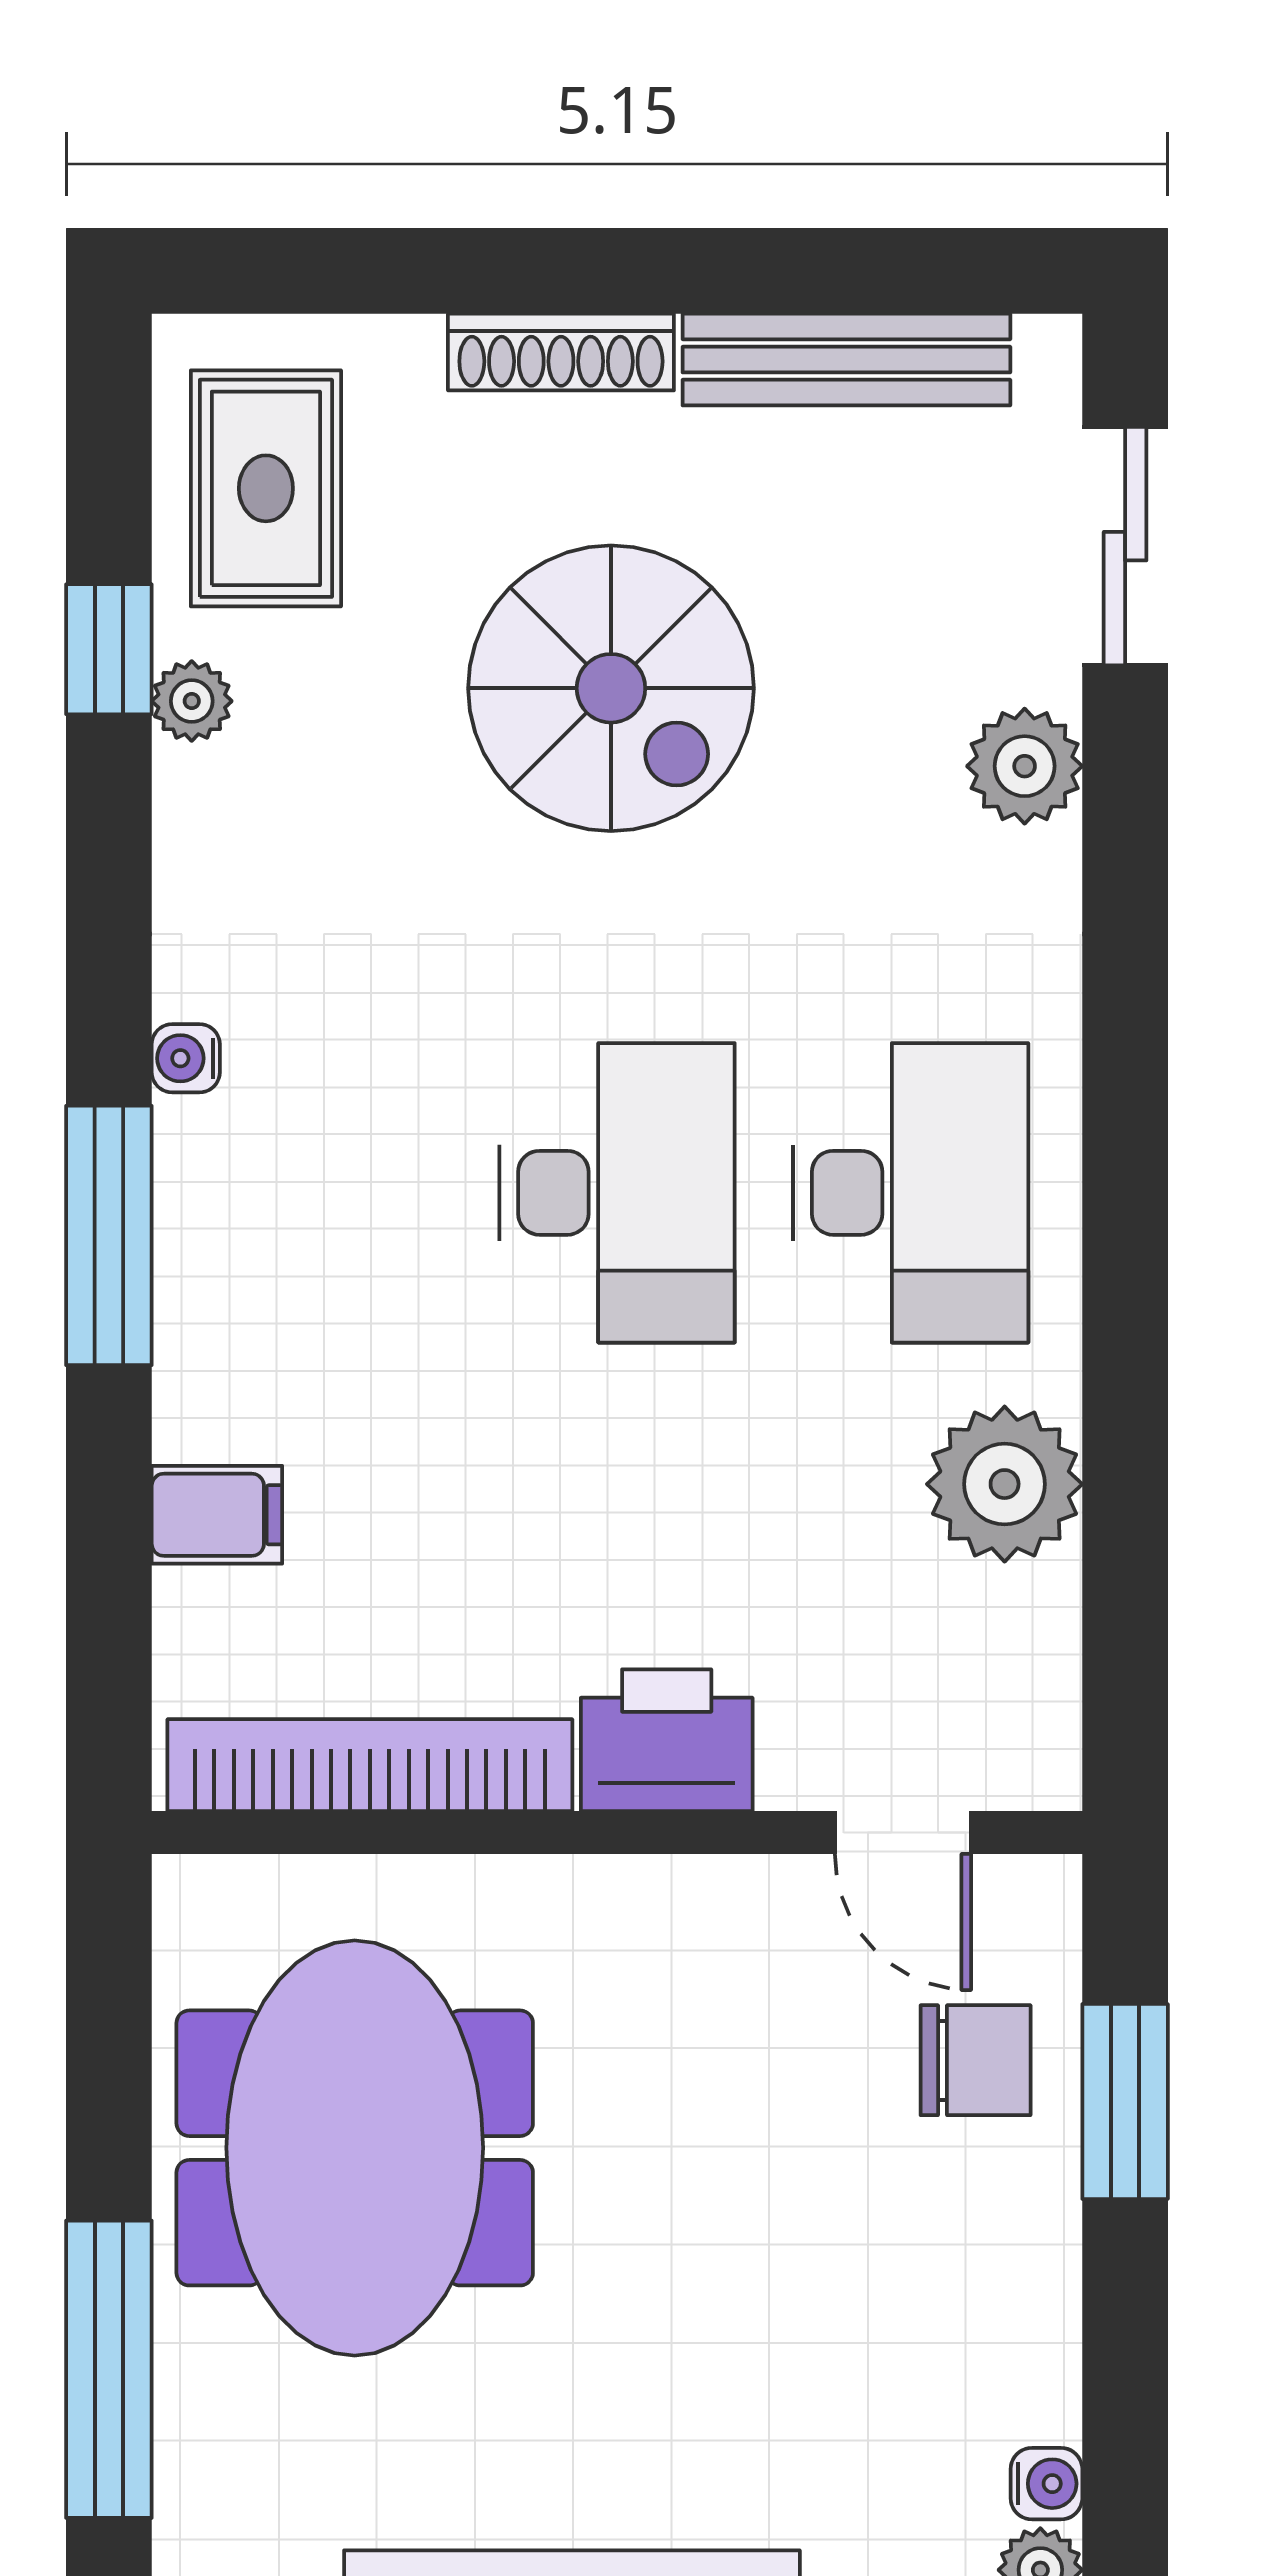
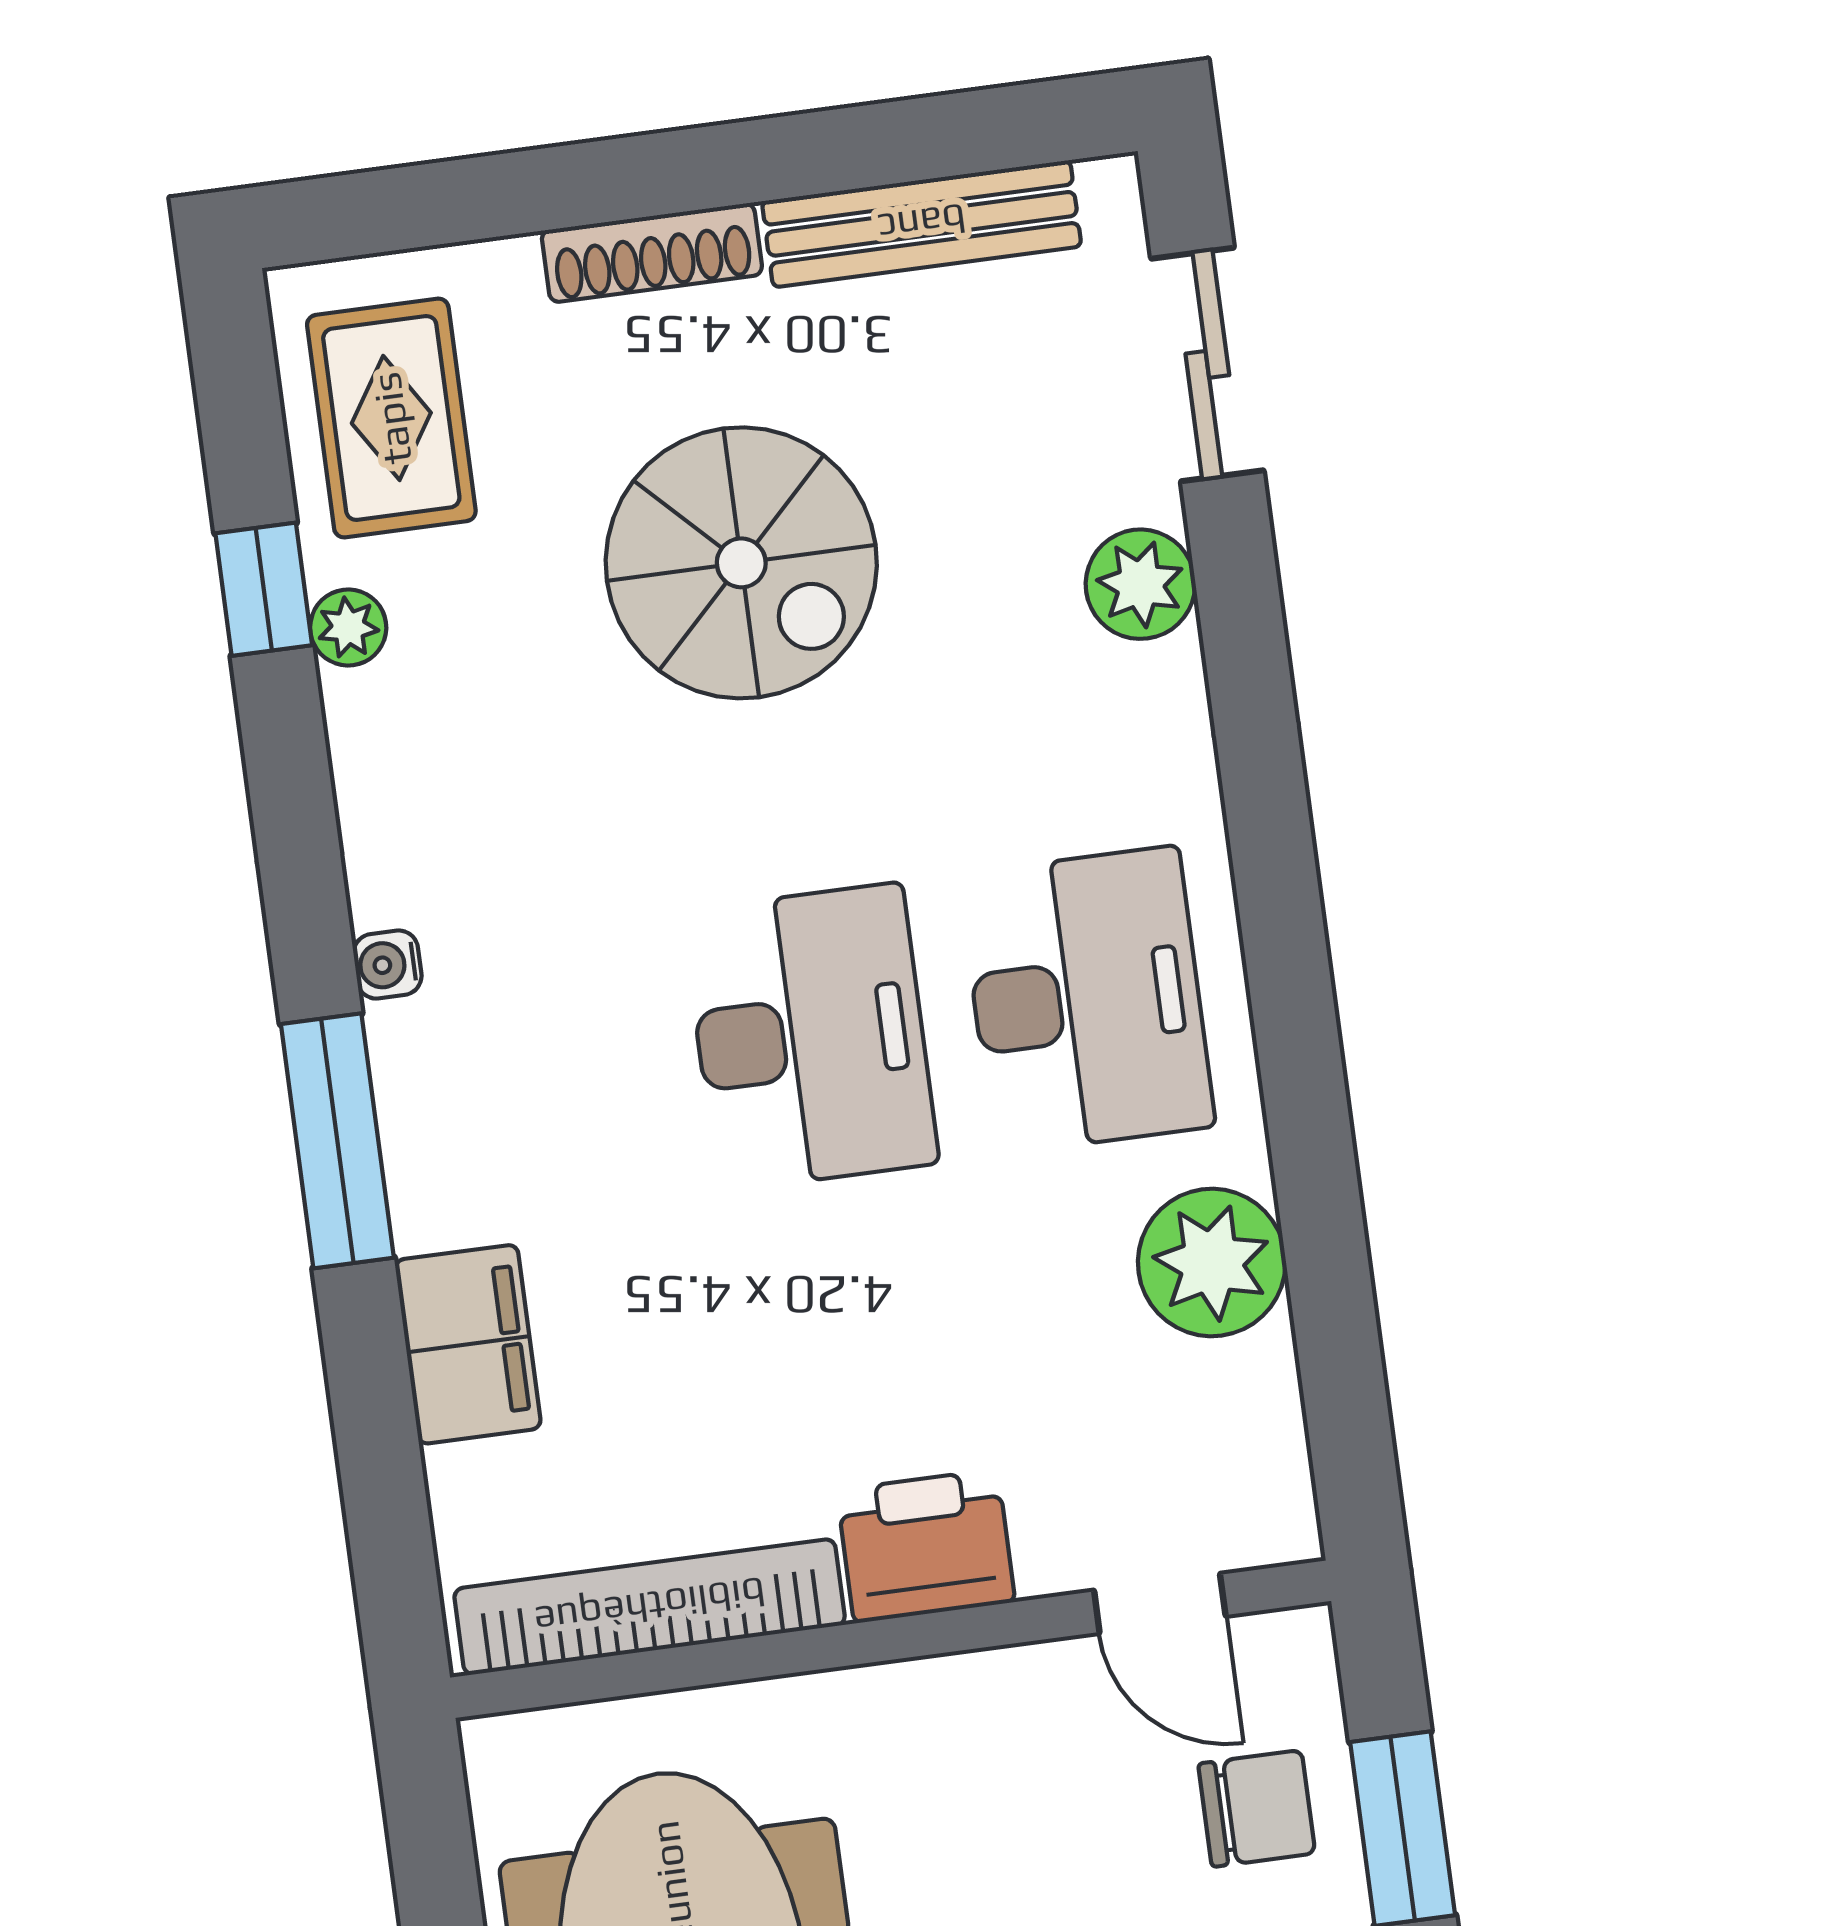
filing cabinet: (217, 1515) -> (468, 1344), width x2.00

